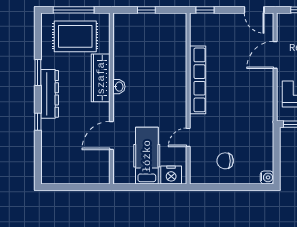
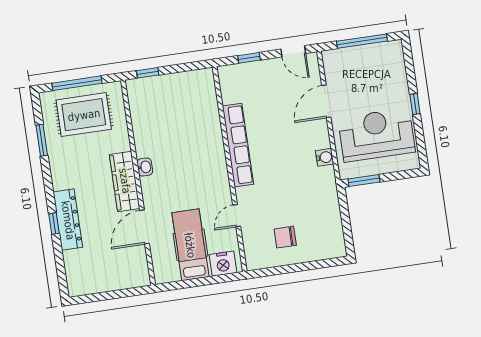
window: (146, 10) -> (148, 73), moved
window: (205, 10) -> (249, 58), moved
window: (38, 73) -> (42, 140), moved
wardrobe: (101, 78) -> (125, 181), moved
dresser: (50, 94) -> (68, 220), moved
water cooler: (267, 177) -> (325, 157), moved

